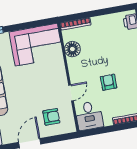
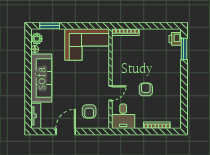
floor lamp: (72, 49) -> (119, 54), removed
armchair: (51, 117) -> (89, 111), turned 90

